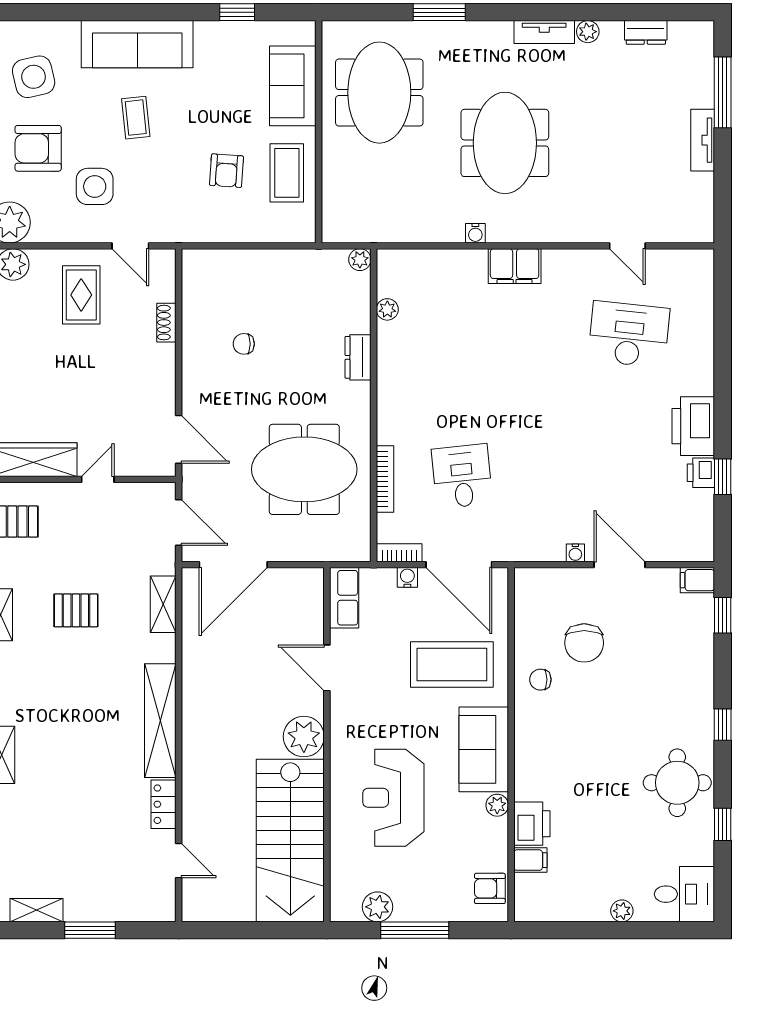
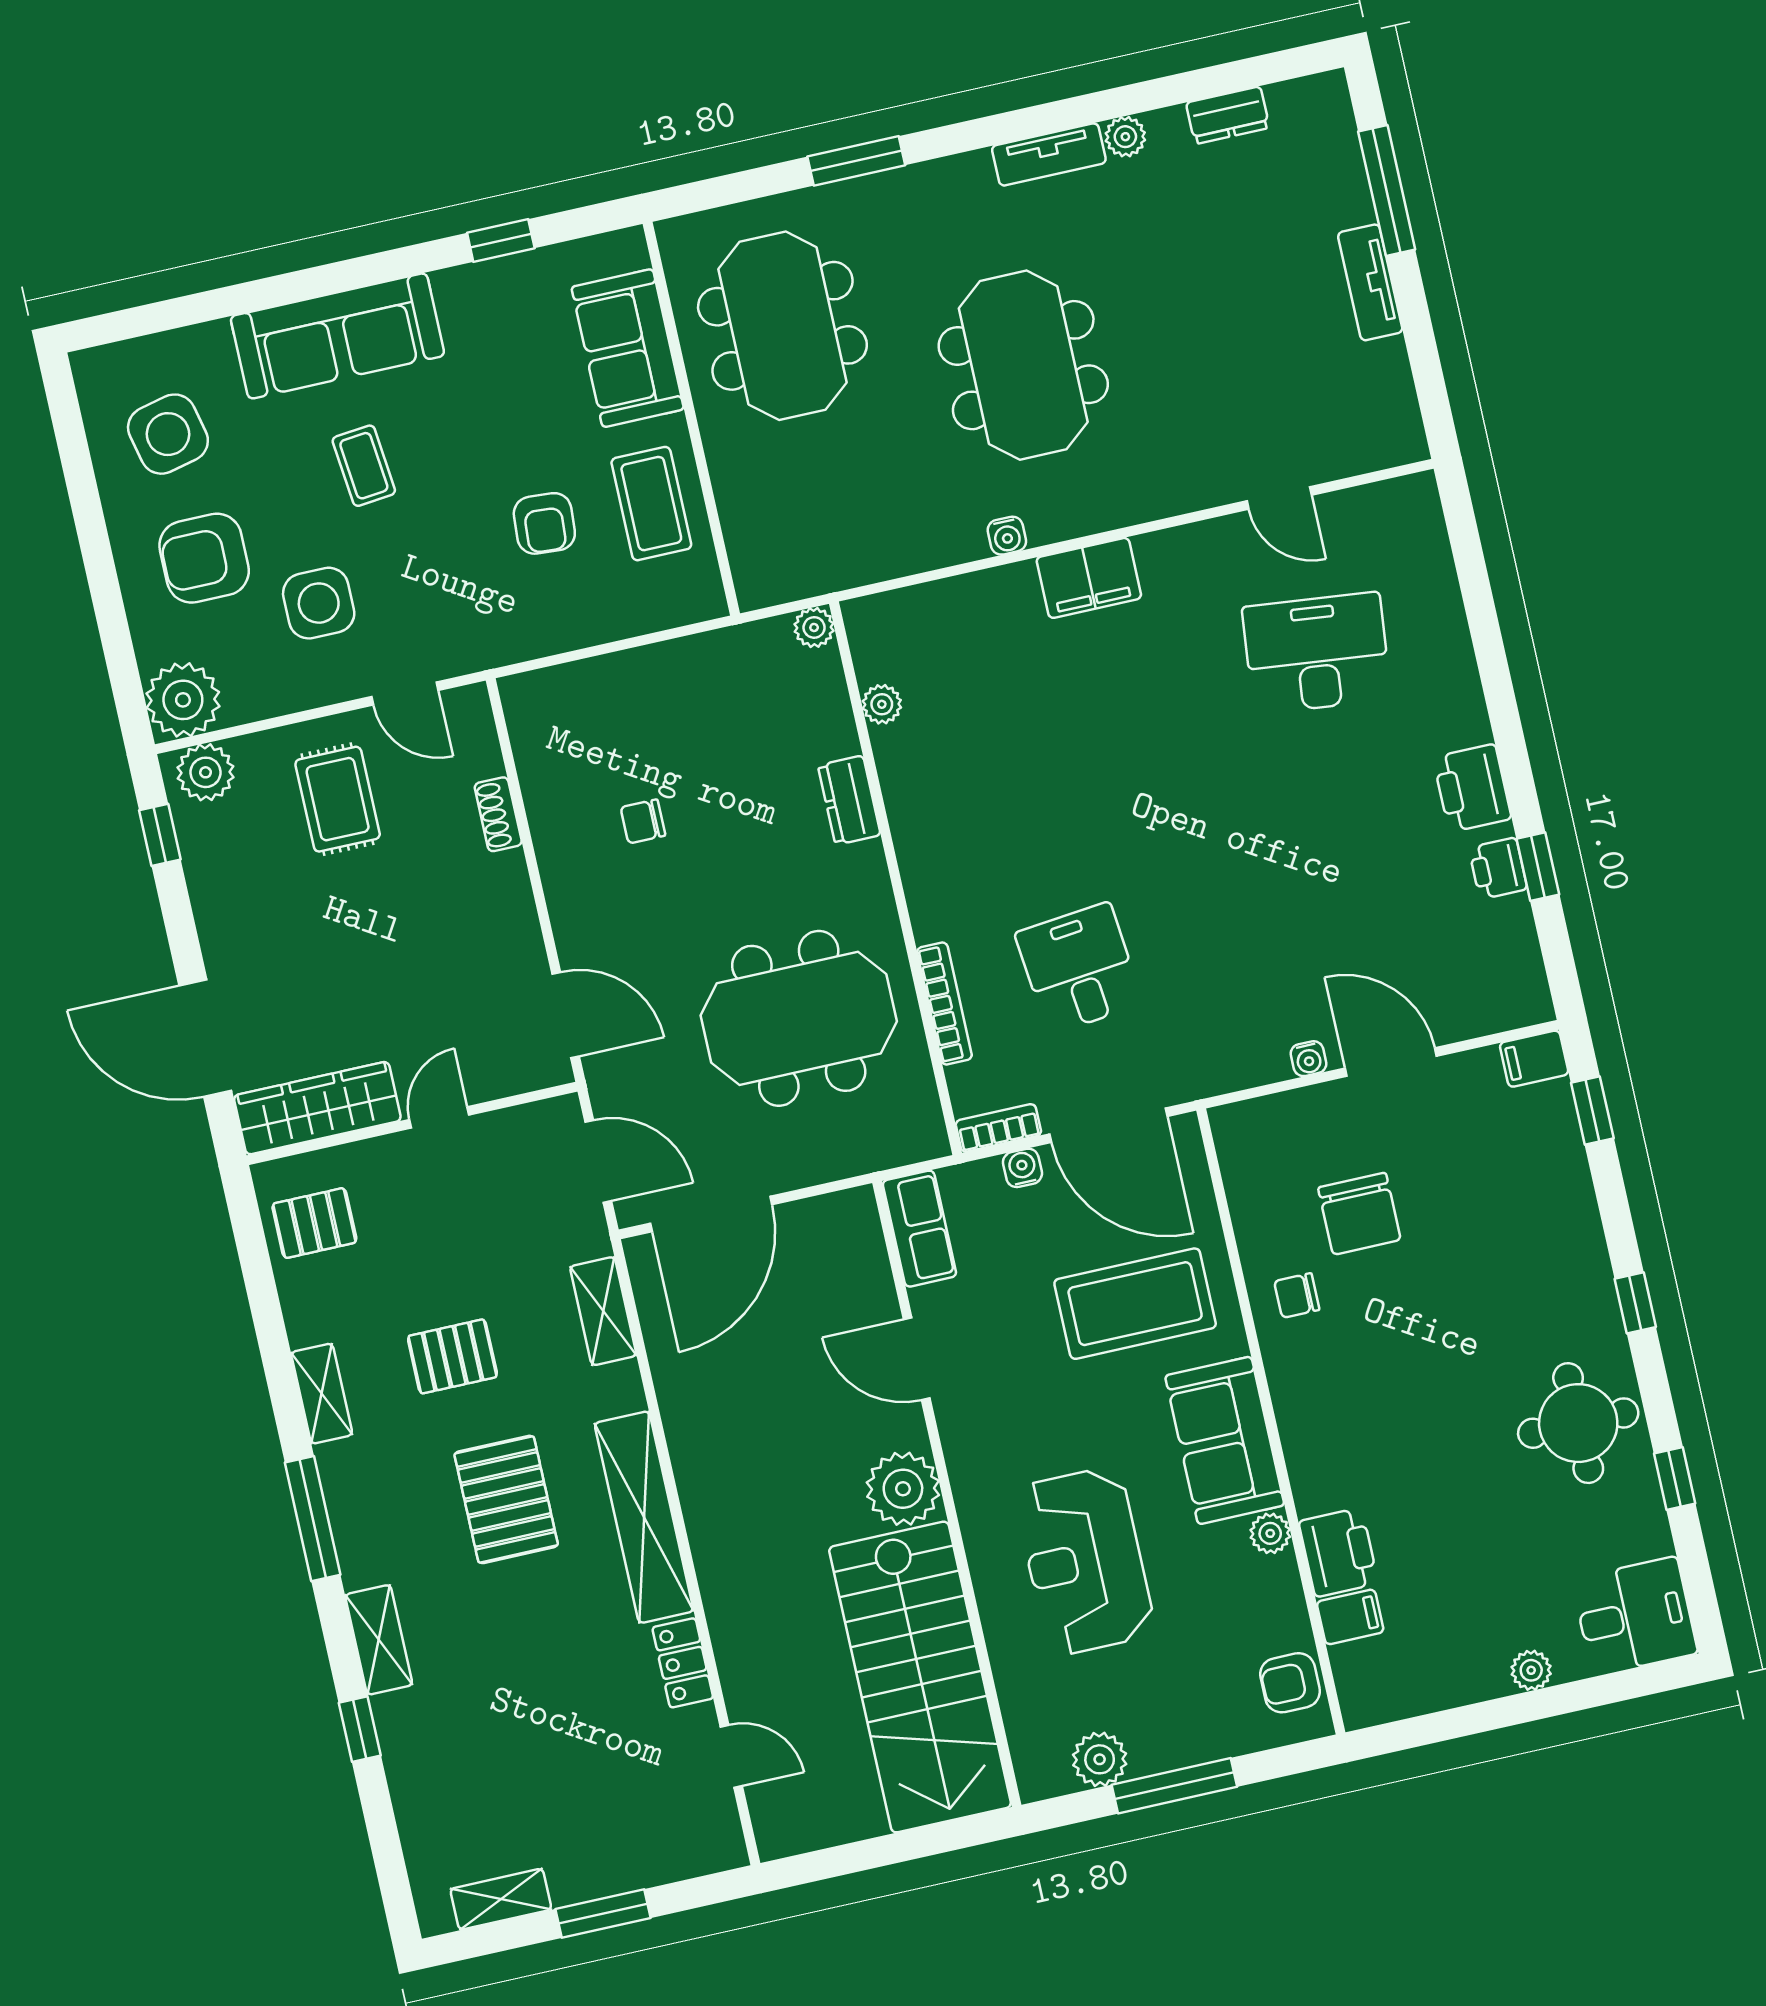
printer: (693, 426) -> (1472, 788), width x0.73, depth x0.84
pallet: (88, 694) -> (506, 1499), added

